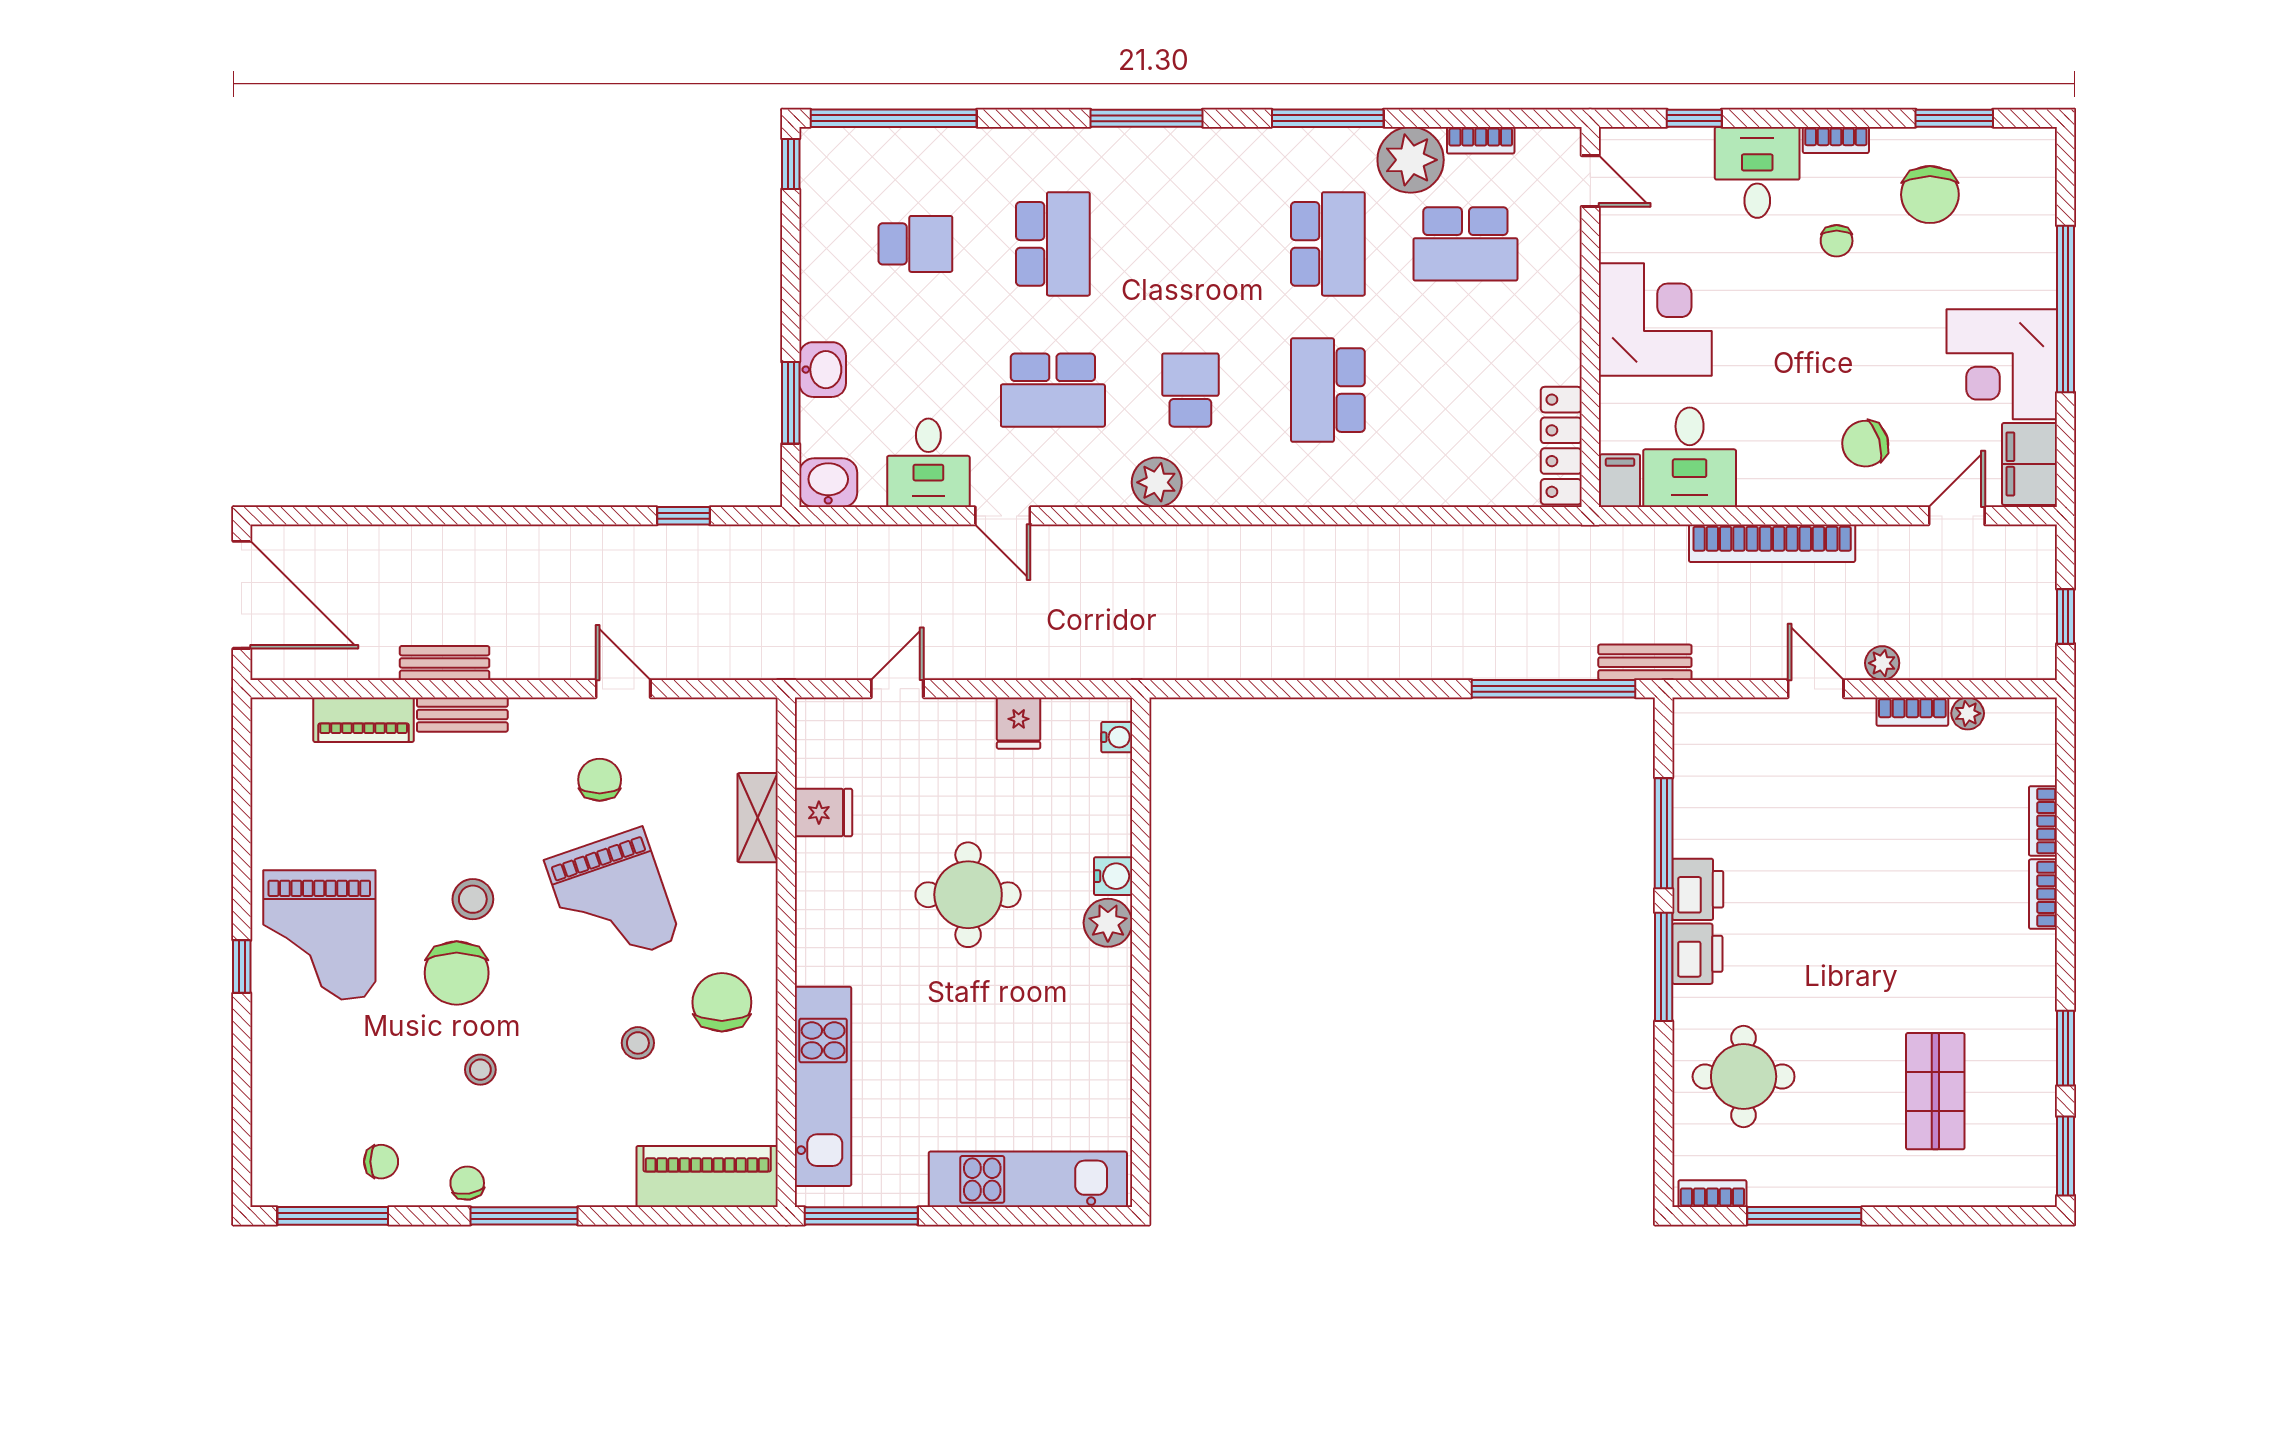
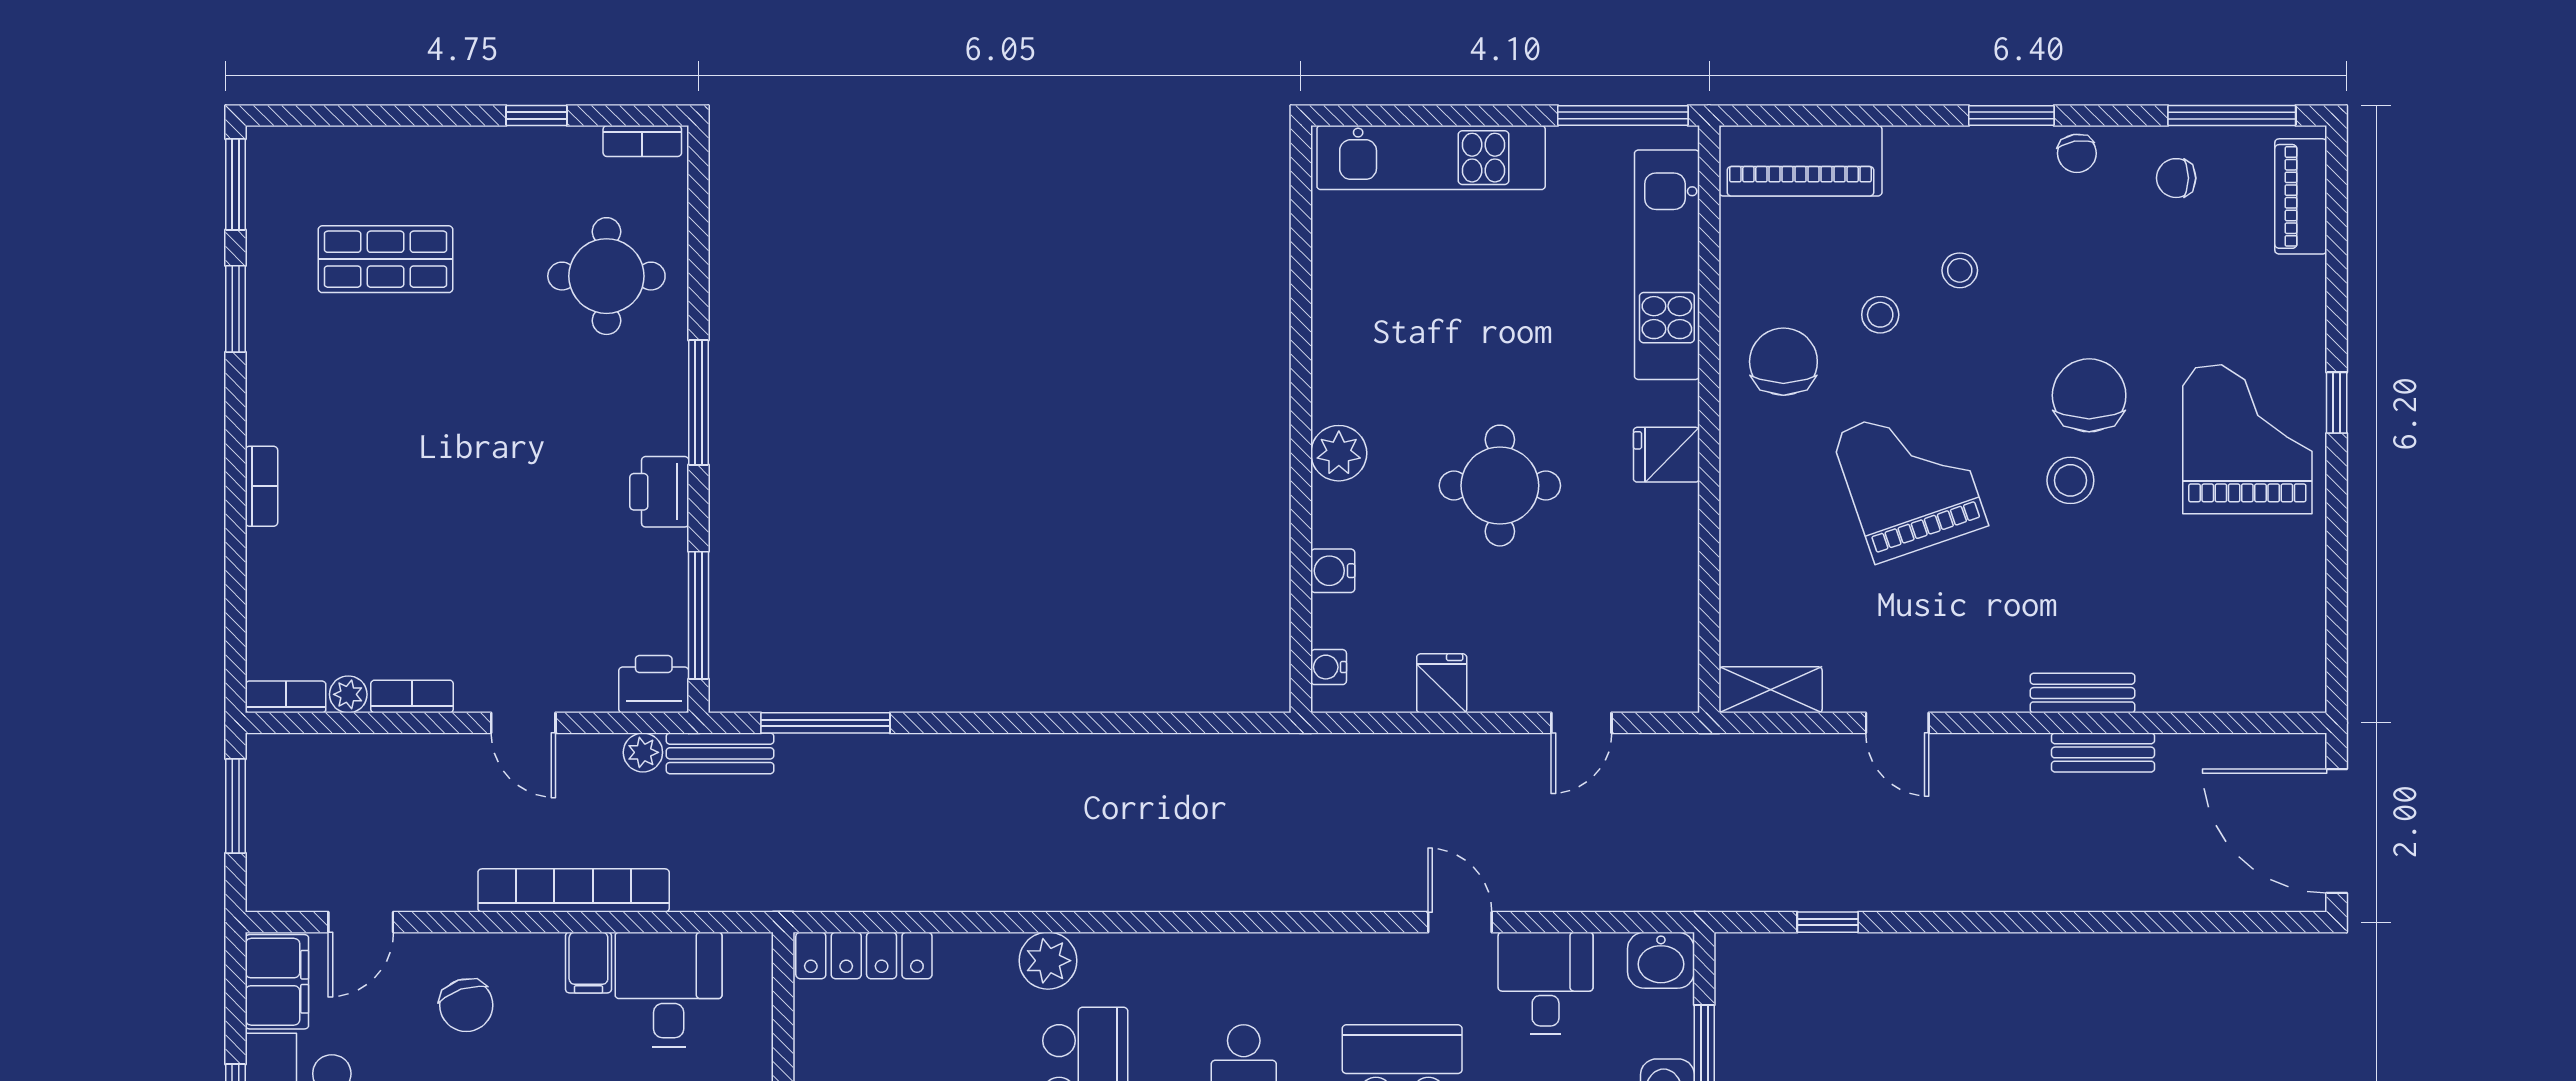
chair: (1865, 444) -> (466, 1005), turned 89
locker: (1561, 446) -> (864, 955), moved, turned 90
filing cabinet: (1620, 481) -> (588, 963), moved
plant: (1157, 482) -> (1048, 961), moved
window: (2066, 616) -> (235, 806), width x1.50
plant: (1882, 663) -> (643, 752), moved
window: (1554, 689) -> (825, 723), width x0.68
piano: (364, 720) -> (2301, 196), moved, turned -90
chair: (600, 780) -> (1924, 618), removed
fridge: (824, 813) -> (1666, 455), moved
shelving: (758, 818) -> (1771, 690), moved, turned 90
bookcase: (2043, 821) -> (286, 697), moved, turned -90
window: (1664, 833) -> (699, 615), moved
water cooler: (1113, 876) -> (1333, 571), moved
printer: (1697, 954) -> (654, 684), moved, turned 90
chair: (722, 1002) -> (1783, 362), turned 180
stool: (480, 1070) -> (1960, 270), moved
shop shelf: (1935, 1091) -> (386, 259), turned 90
window: (524, 1216) -> (2011, 116), width x0.69
window: (1804, 1216) -> (537, 116), width x0.46

